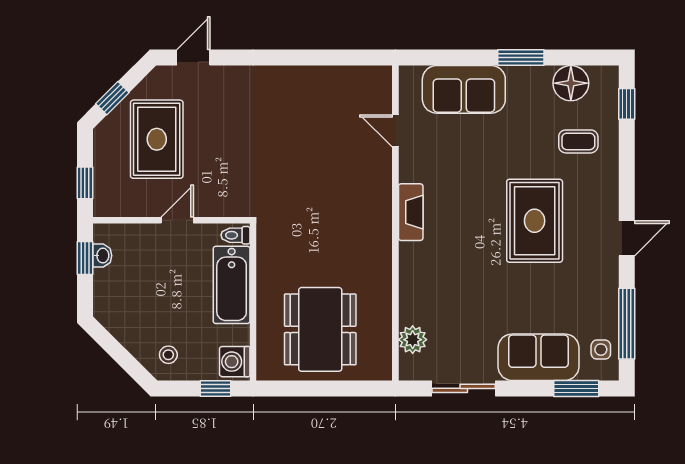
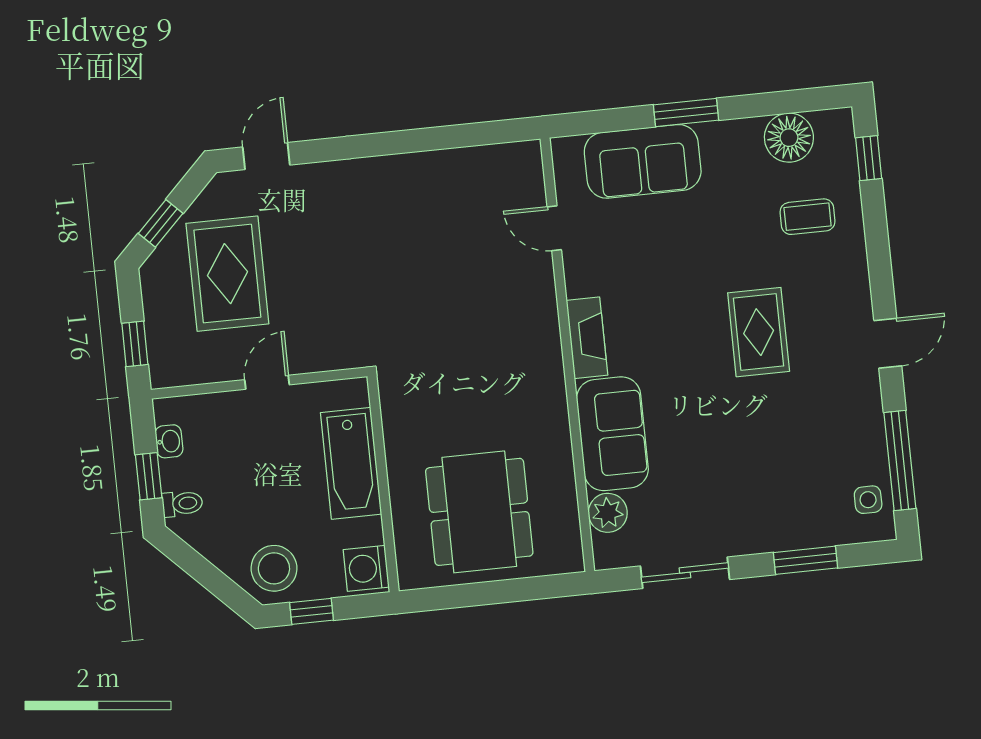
window: (521, 57) -> (686, 113), moved
rug: (535, 221) -> (759, 332), width x0.73, depth x0.70
toilet: (236, 235) -> (182, 504), moved, turned 180
window: (85, 258) -> (149, 476), moved
stool: (168, 355) -> (274, 568), width x1.89, depth x1.89
sofa: (538, 357) -> (612, 434), moved, turned 90
window: (216, 388) -> (312, 611), moved
window: (576, 388) -> (805, 560), moved

